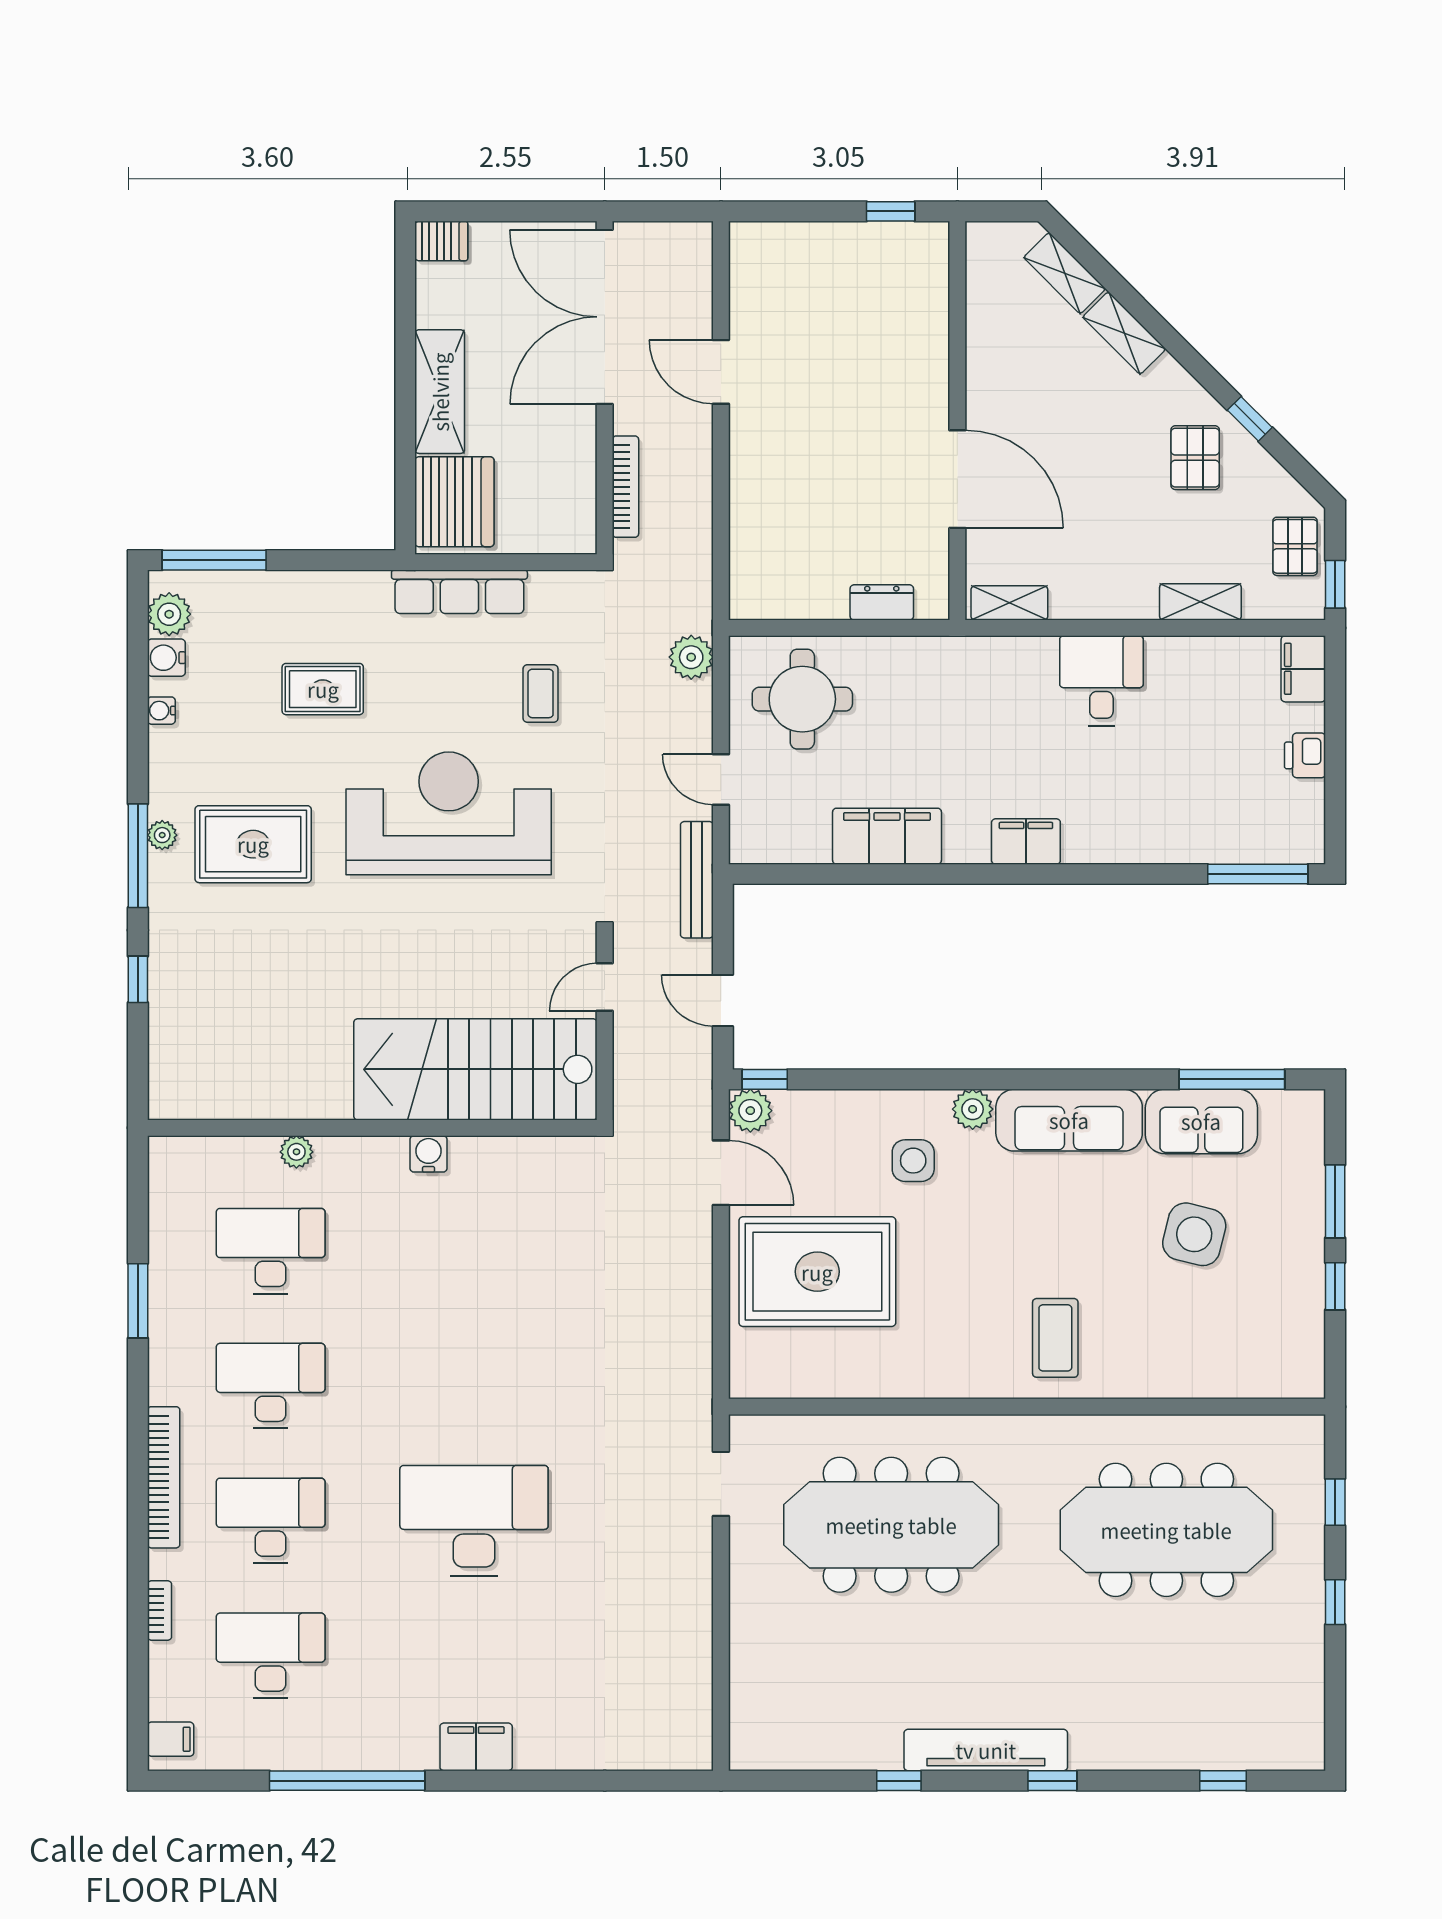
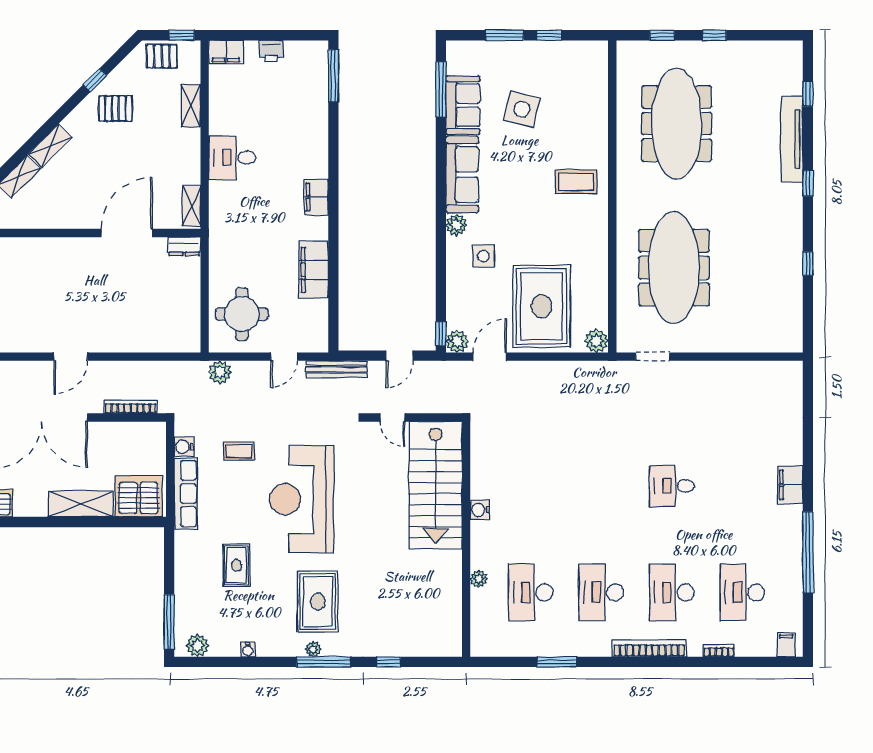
dresser: (882, 602) -> (184, 246), moved, turned -90
water cooler: (166, 658) -> (184, 447), moved, turned 90
plant: (751, 1376) -> (596, 341), added
desk: (474, 1521) -> (672, 486), width x0.53, depth x0.77
tv unit: (986, 1750) -> (792, 139), moved

